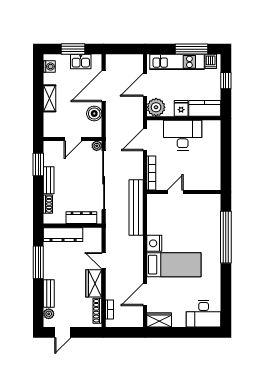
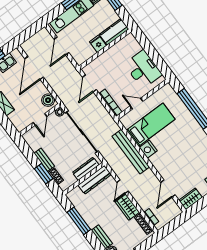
plant: (156, 107) -> (80, 56), removed
boiler: (94, 114) -> (48, 100), moved
desk: (183, 135) -> (143, 69), moved, turned 90
window: (38, 165) -> (44, 174), moved
door: (175, 192) -> (136, 104), hinge flipped
bench: (136, 208) -> (131, 152), moved
dresser: (63, 235) -> (95, 180), moved
door: (104, 261) -> (123, 187), hinge flipped
bed: (174, 265) -> (151, 125), moved

